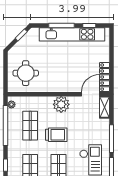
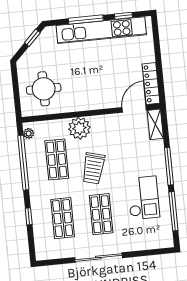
plant: (61, 104) -> (79, 128), moved
trolley: (56, 135) -> (93, 168), turned 105

